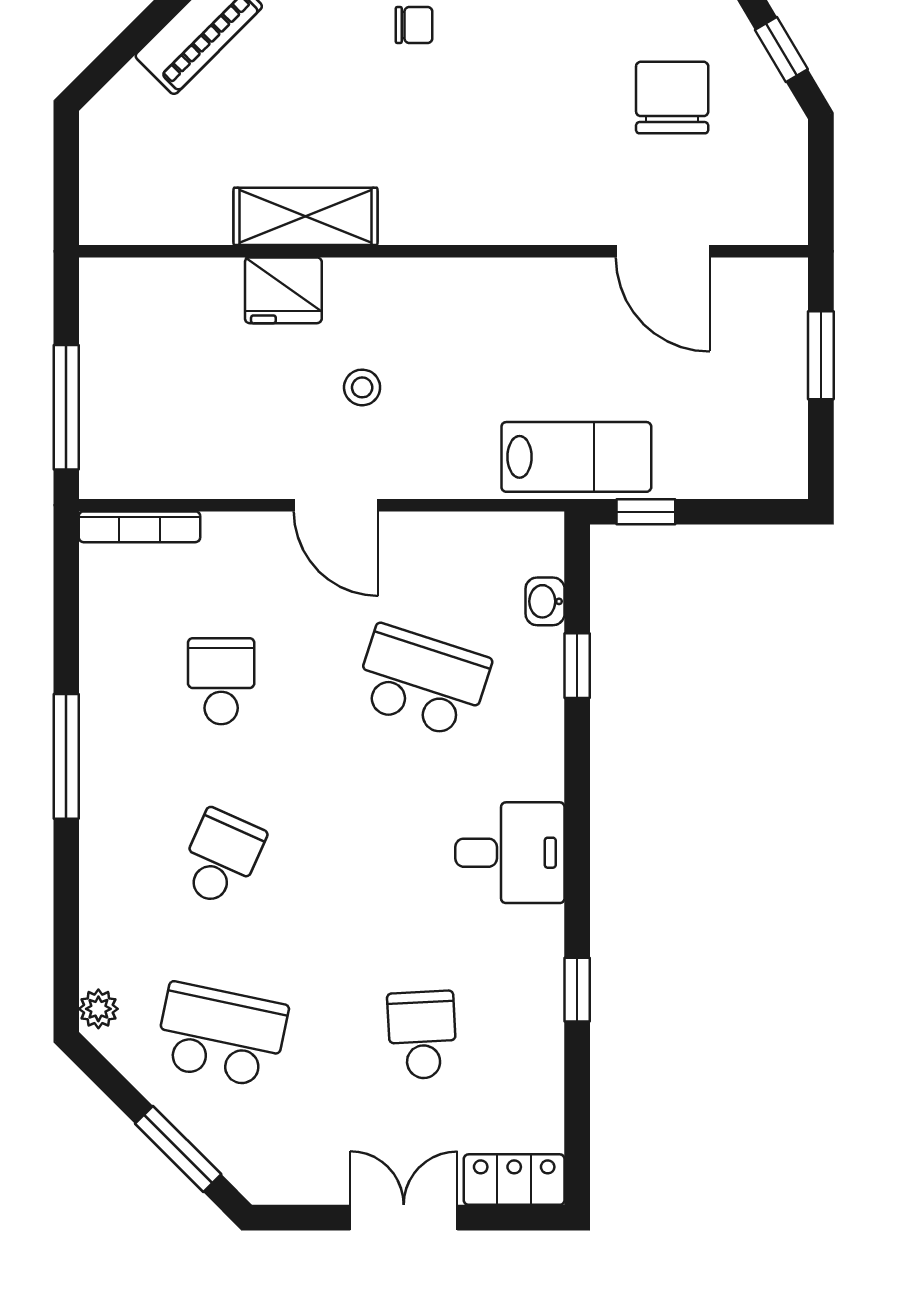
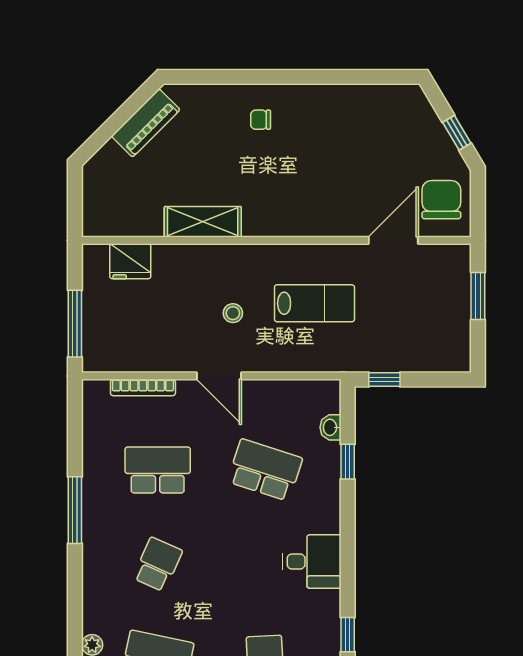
chair: (414, 25) -> (261, 120), turned 180
chair: (672, 98) -> (441, 200), moved
door: (663, 251) -> (393, 240), swing flipped
fridge: (283, 290) -> (130, 261), moved
lab bench: (576, 457) -> (314, 303), moved
bookcase: (139, 527) -> (143, 388), moved
school desk: (221, 681) -> (158, 470), width x1.85

